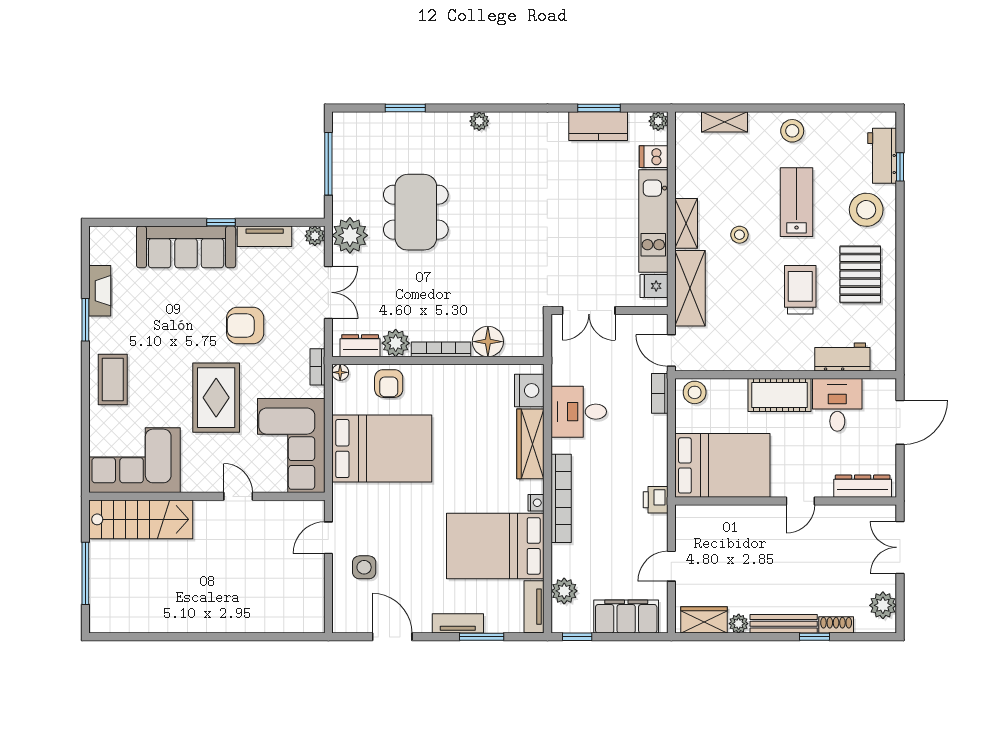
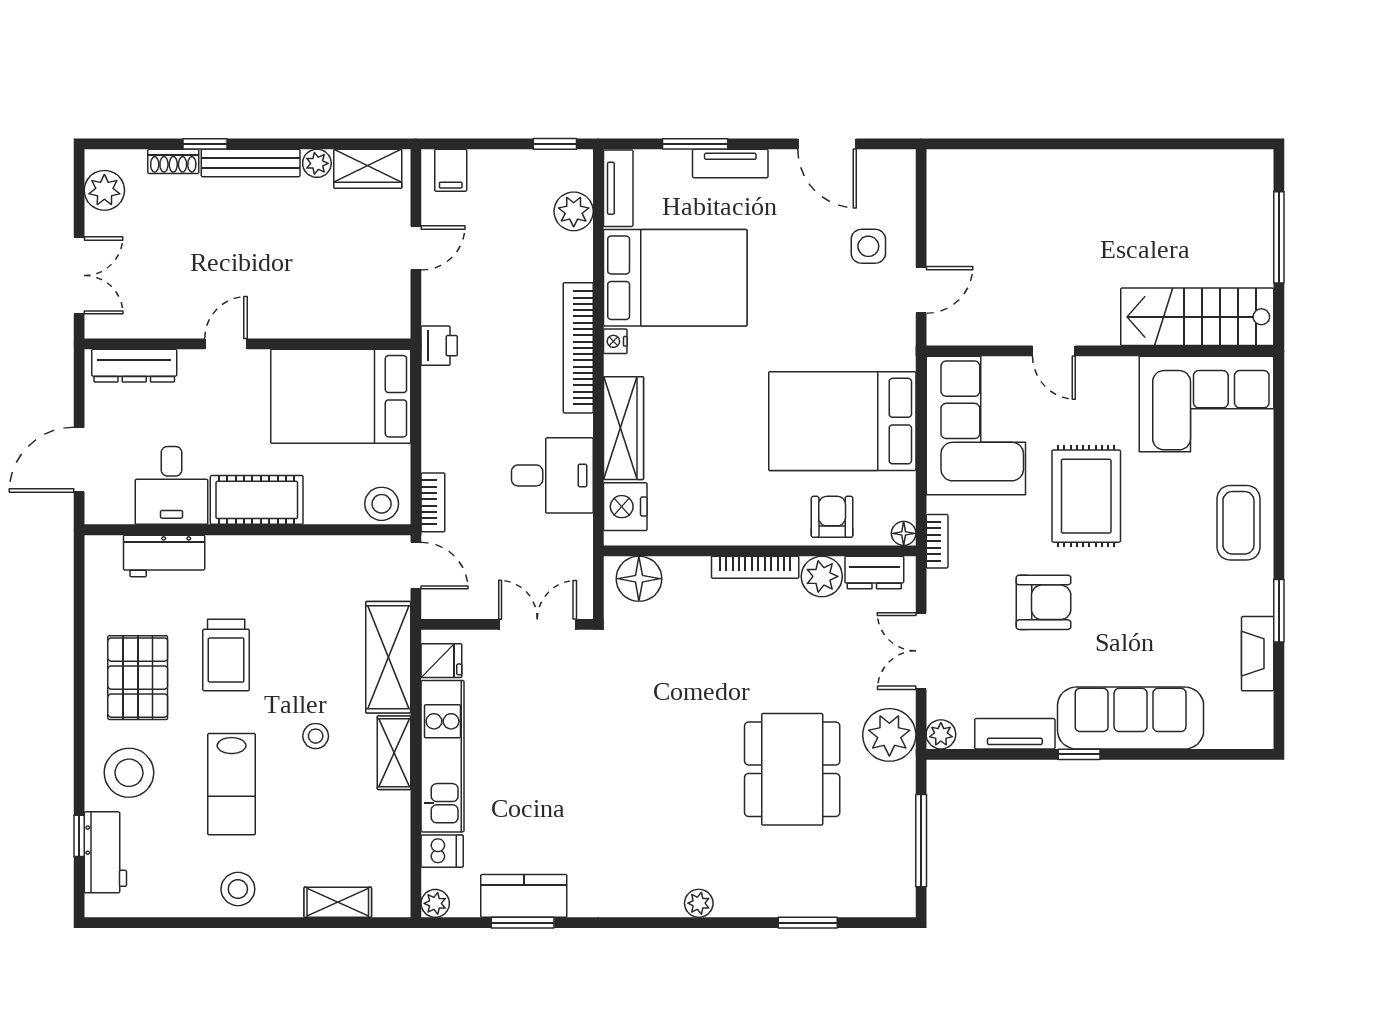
floor lamp: (488, 342) -> (639, 579), moved
filing cabinet: (626, 616) -> (451, 170), width x0.33, depth x0.86

